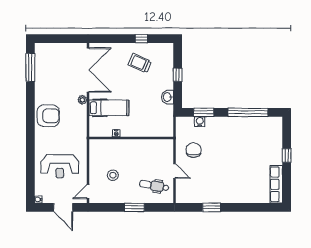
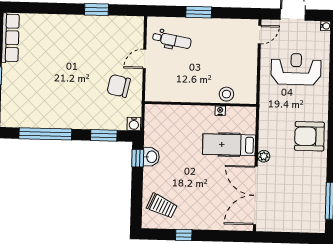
trolley: (140, 63) -> (162, 206), moved
window: (178, 75) -> (138, 158), moved
water cooler: (200, 122) -> (134, 124), moved
chair: (194, 150) -> (119, 86), turned 102
door: (174, 171) -> (145, 59), hinge flipped
stool: (113, 175) -> (226, 94), moved

